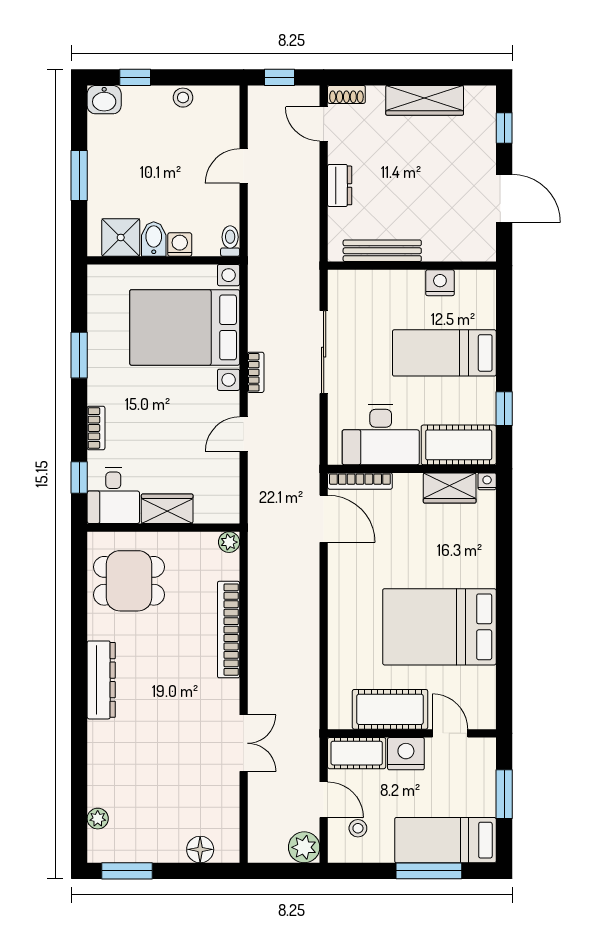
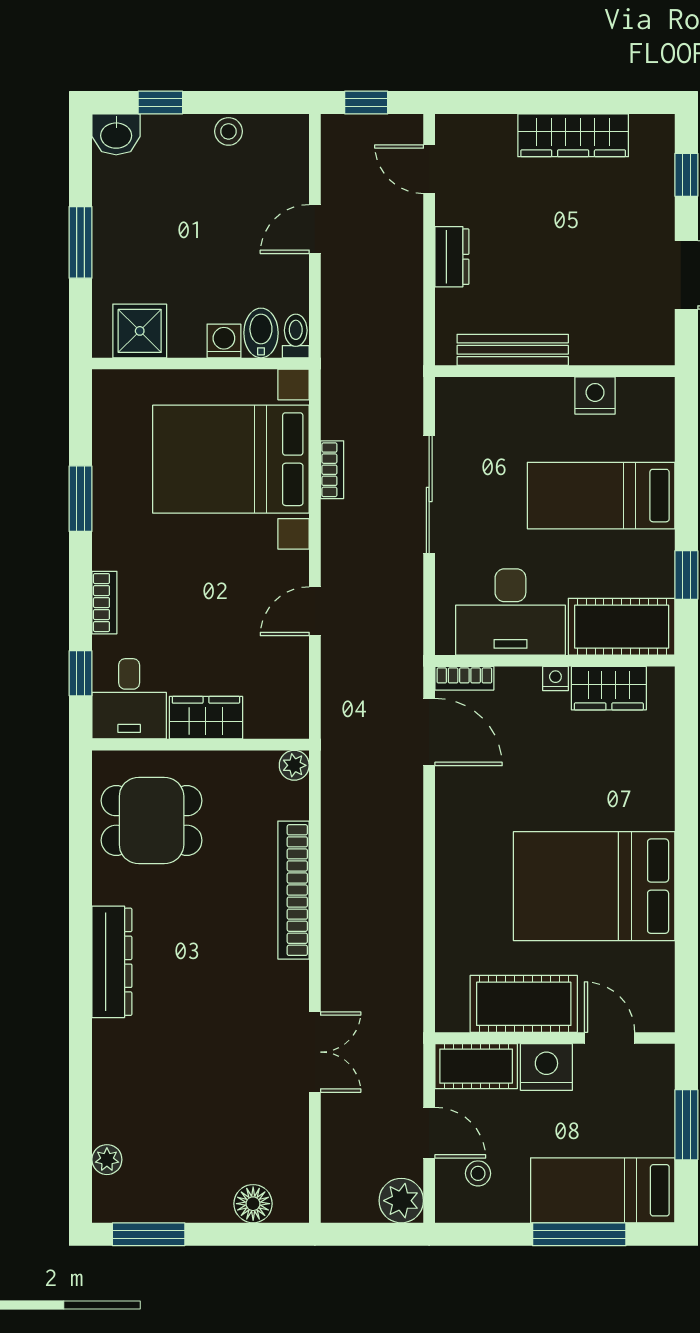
shoe rack: (346, 94) -> (462, 127), removed
bidet: (154, 239) -> (261, 333), moved
bookcase: (256, 372) -> (332, 470), moved
bookcase: (360, 481) -> (464, 678), width x0.64
nightstand: (487, 481) -> (555, 679), moved

